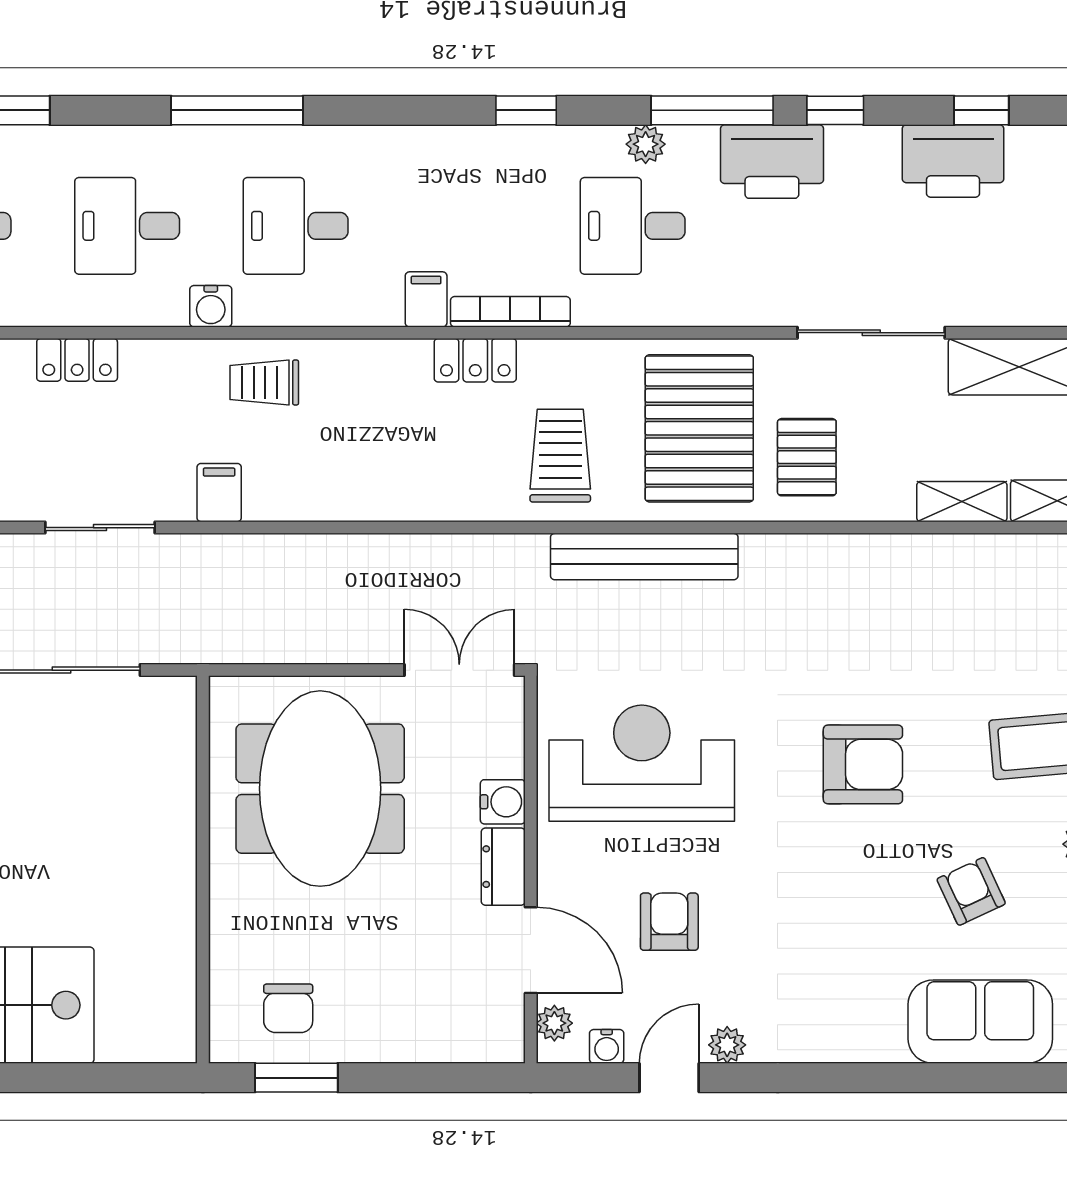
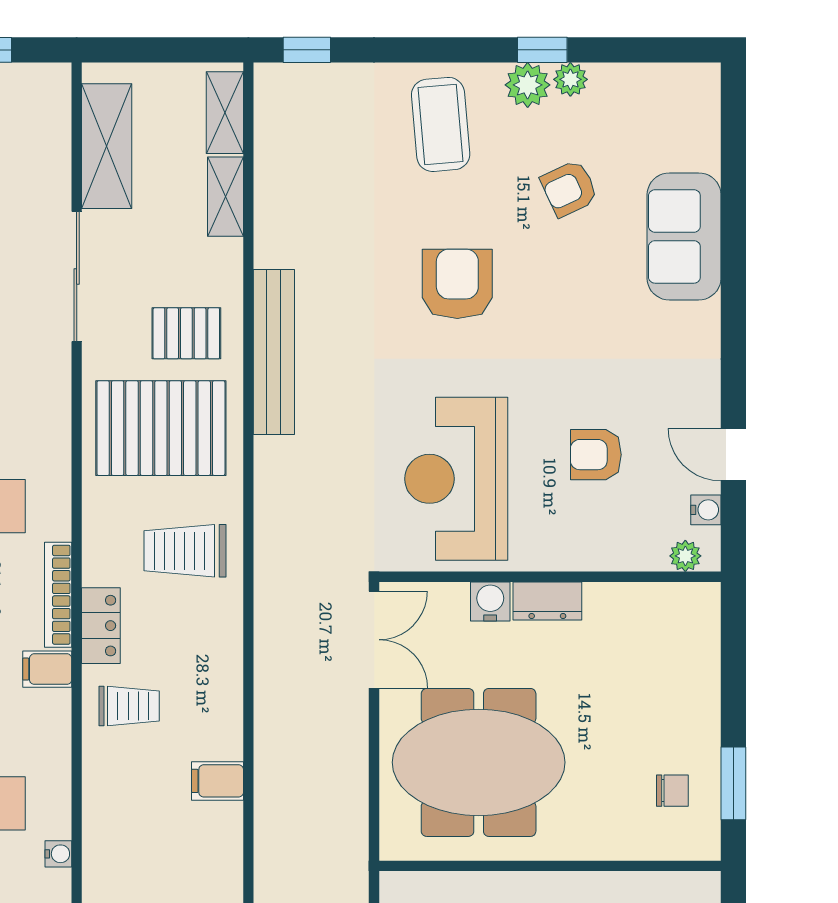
water cooler: (211, 306) -> (58, 854), width x0.72, depth x0.72
trolley: (264, 382) -> (129, 706), moved, turned -90
filing cabinet: (219, 493) -> (218, 781), moved
bench: (644, 557) -> (274, 352), moved
double door: (459, 670) -> (374, 640), swing flipped
door: (531, 950) -> (621, 577), removed
chair: (288, 1008) -> (672, 791), width x0.73, depth x0.73
sofa: (980, 1022) -> (684, 236), moved
plant: (727, 1045) -> (705, 404), removed

